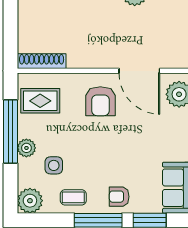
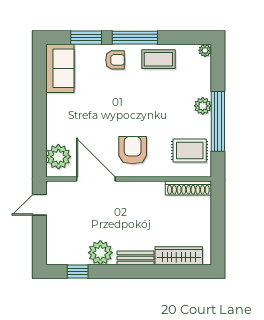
side table: (54, 165) -> (177, 89), removed
coffee table: (73, 197) -> (158, 59), width x1.36, depth x1.30
plant: (30, 201) -> (205, 50), width x0.53, depth x0.53

